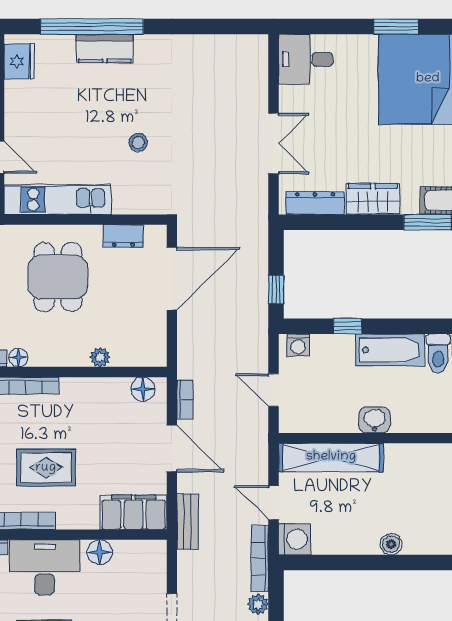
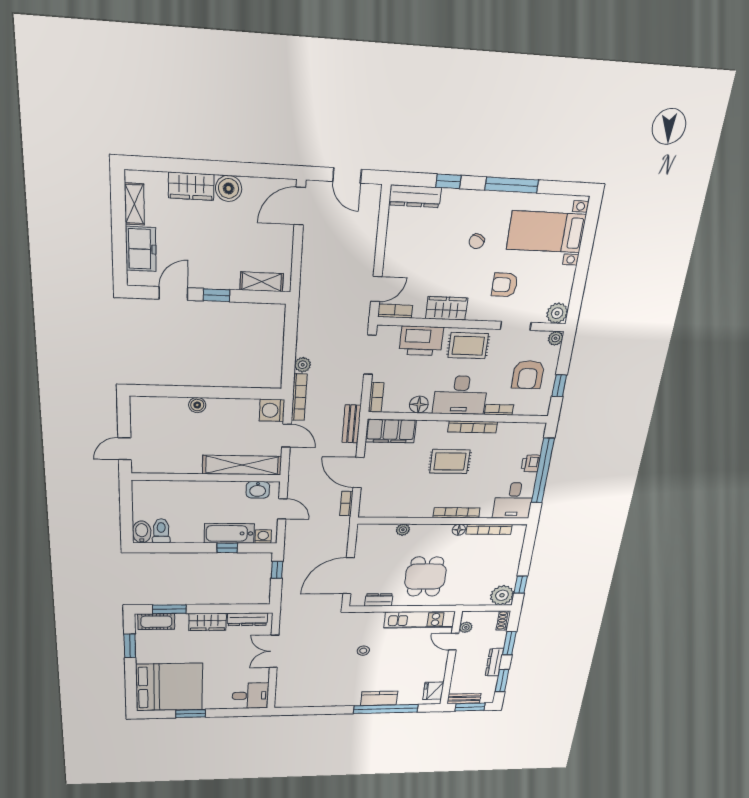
bathtub: (390, 350) -> (229, 533), moved
floor lamp: (143, 389) -> (375, 510), removed
washbasin: (374, 420) -> (258, 490), moved
bookcase: (158, 561) -> (376, 397), added

